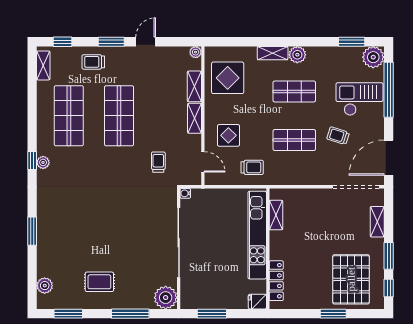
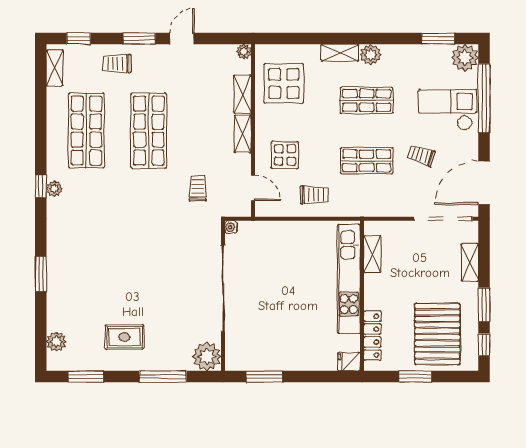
shelving: (276, 215) -> (372, 254), moved
kitchen unit: (257, 235) -> (349, 279), moved
wall: (268, 249) -> (362, 296), moved
locker: (276, 281) -> (372, 336), moved
fridge: (257, 302) -> (349, 362), moved

